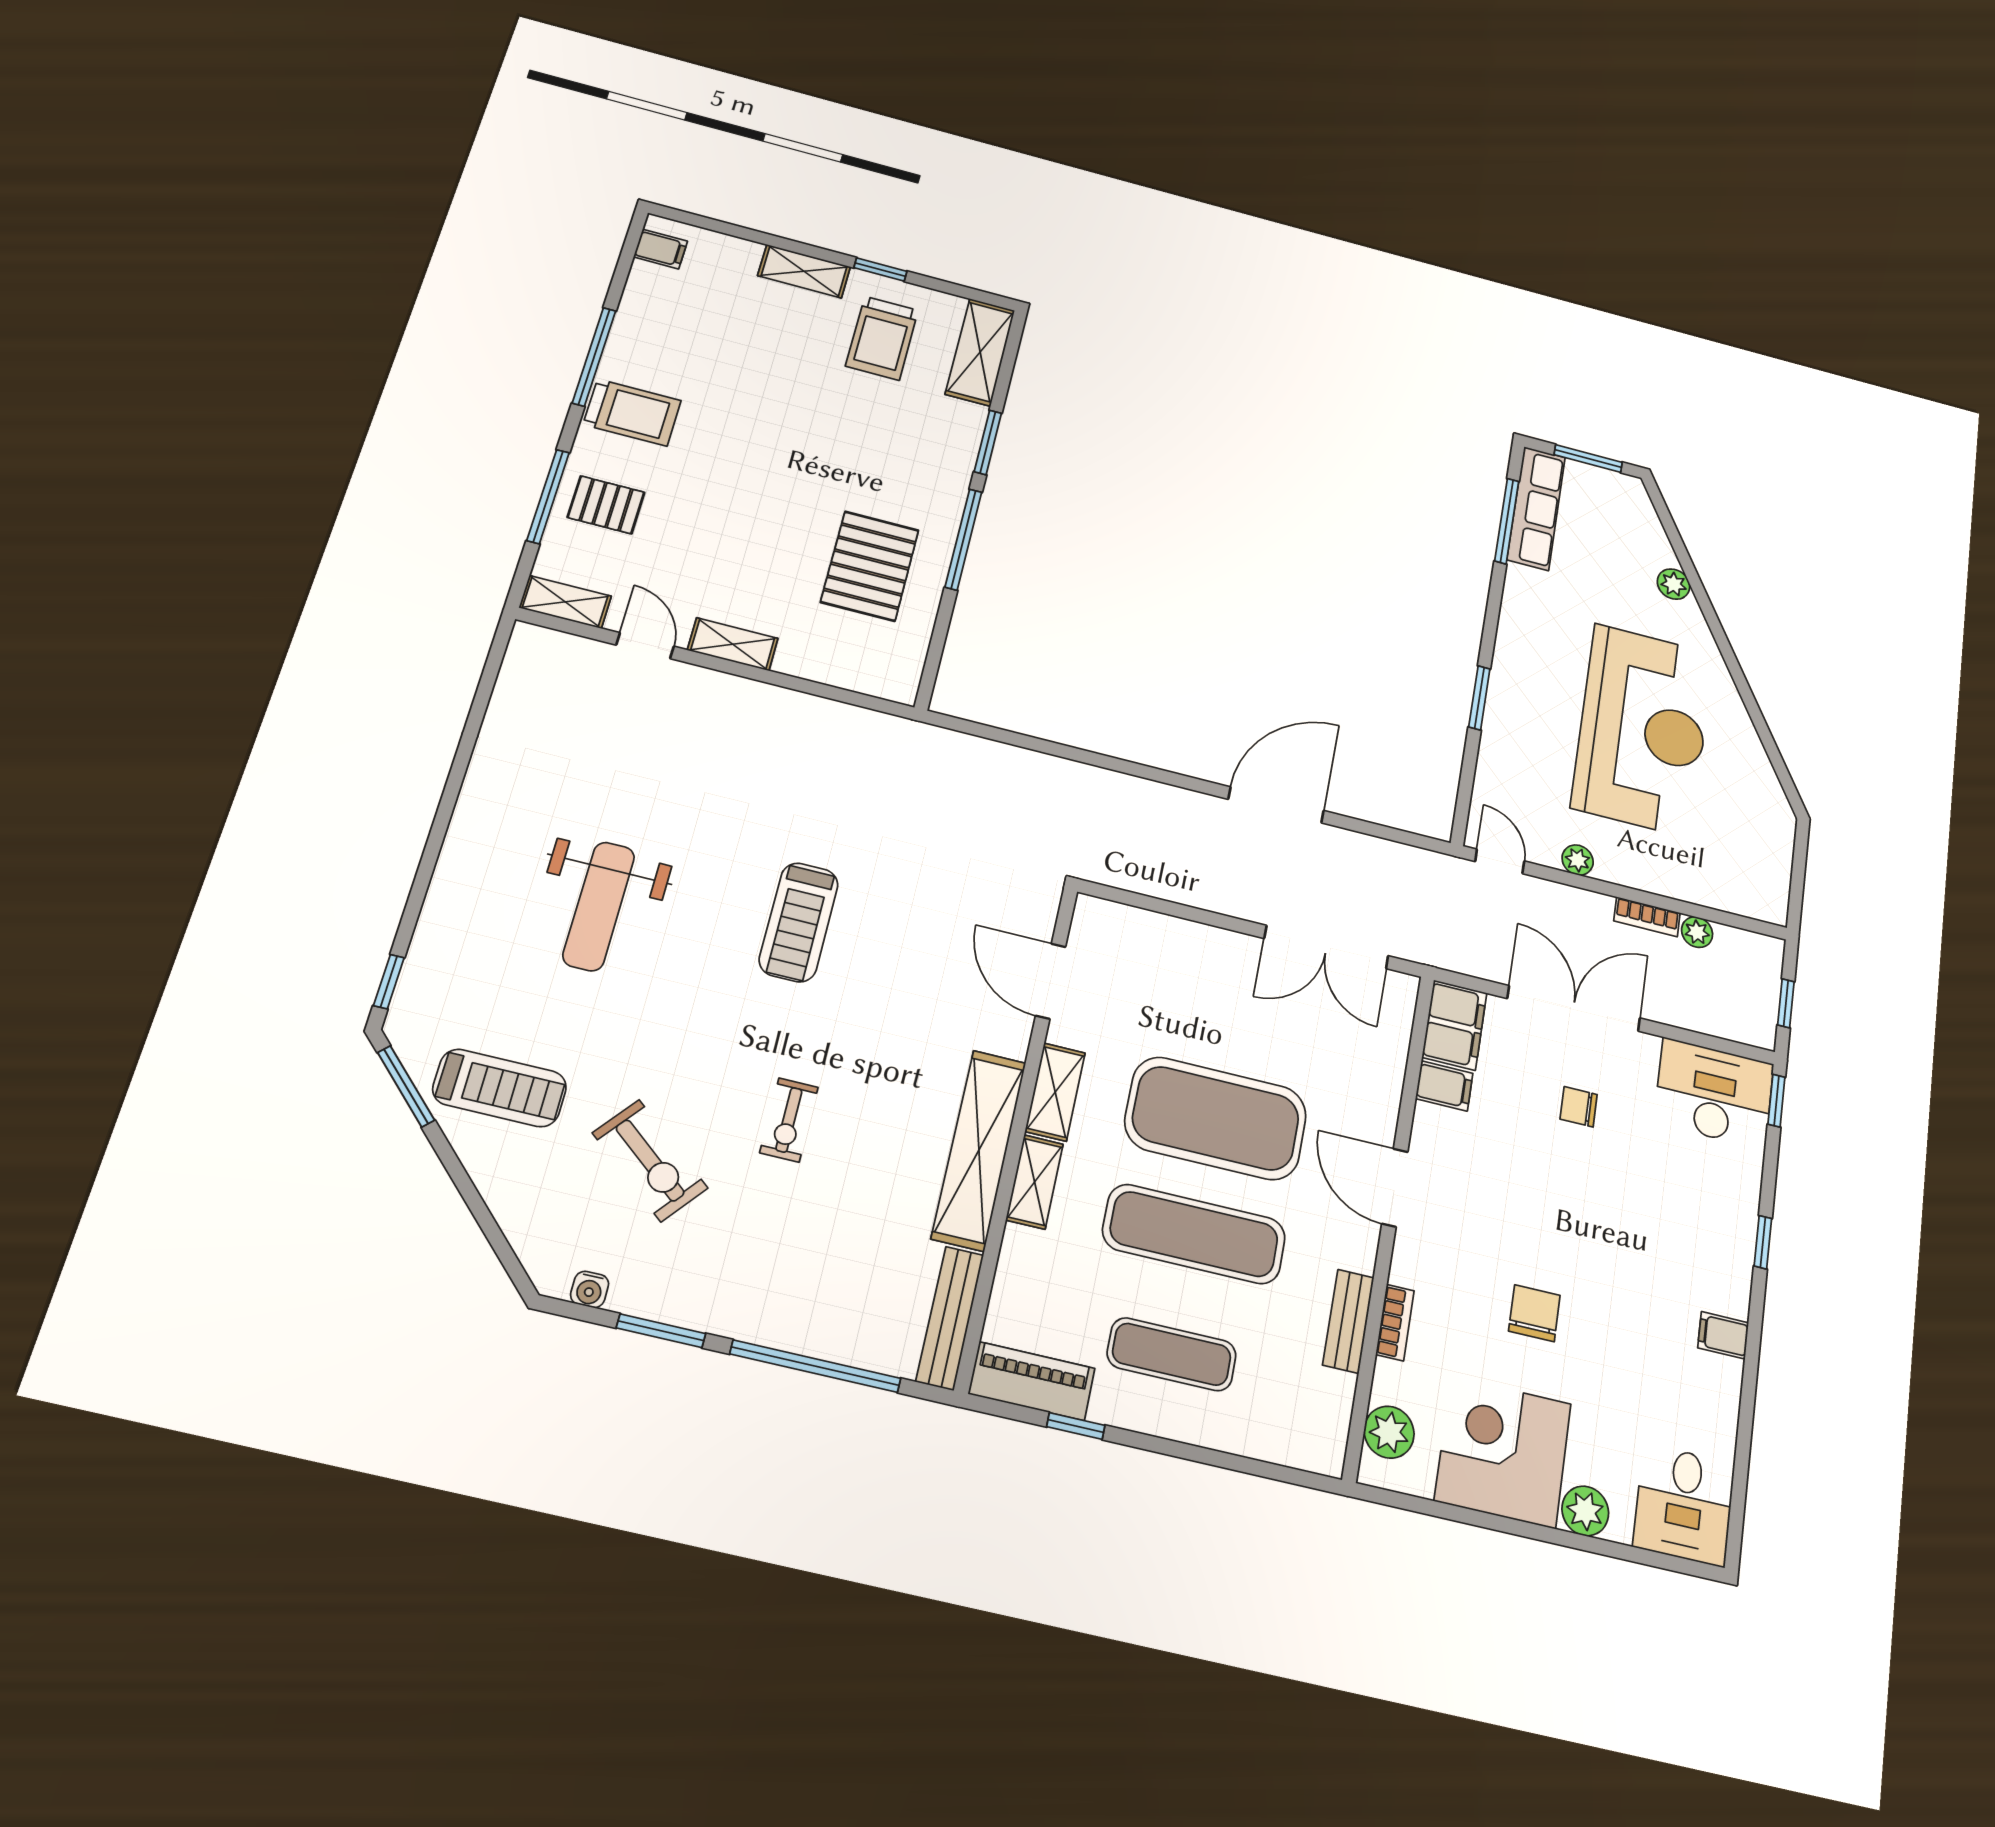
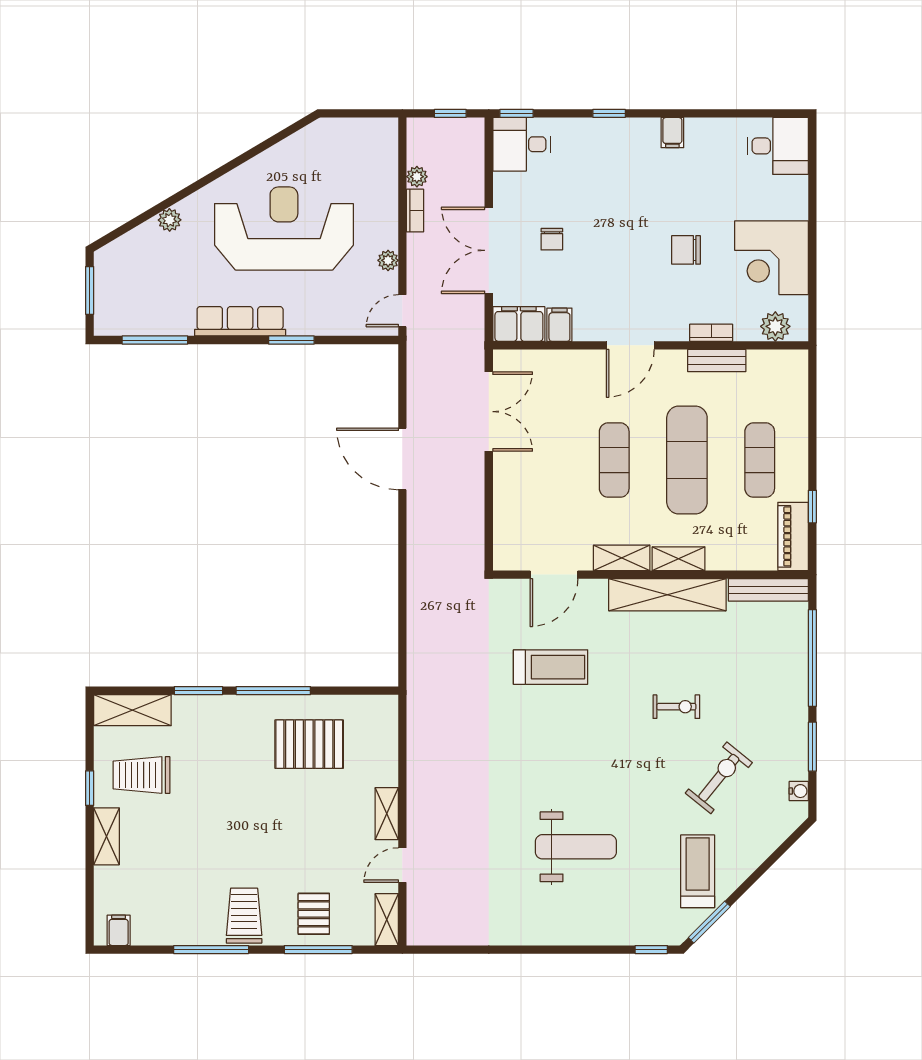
trolley: (882, 338) -> (141, 775), turned 180
row of seats: (1536, 508) -> (240, 321), moved
treadmill: (799, 922) -> (551, 667), moved
desk: (1714, 1093) -> (522, 144), width x0.73
exercise mat: (1216, 1118) -> (614, 460), width x0.50, depth x0.69
plant: (1585, 1511) -> (794, 205), removed

